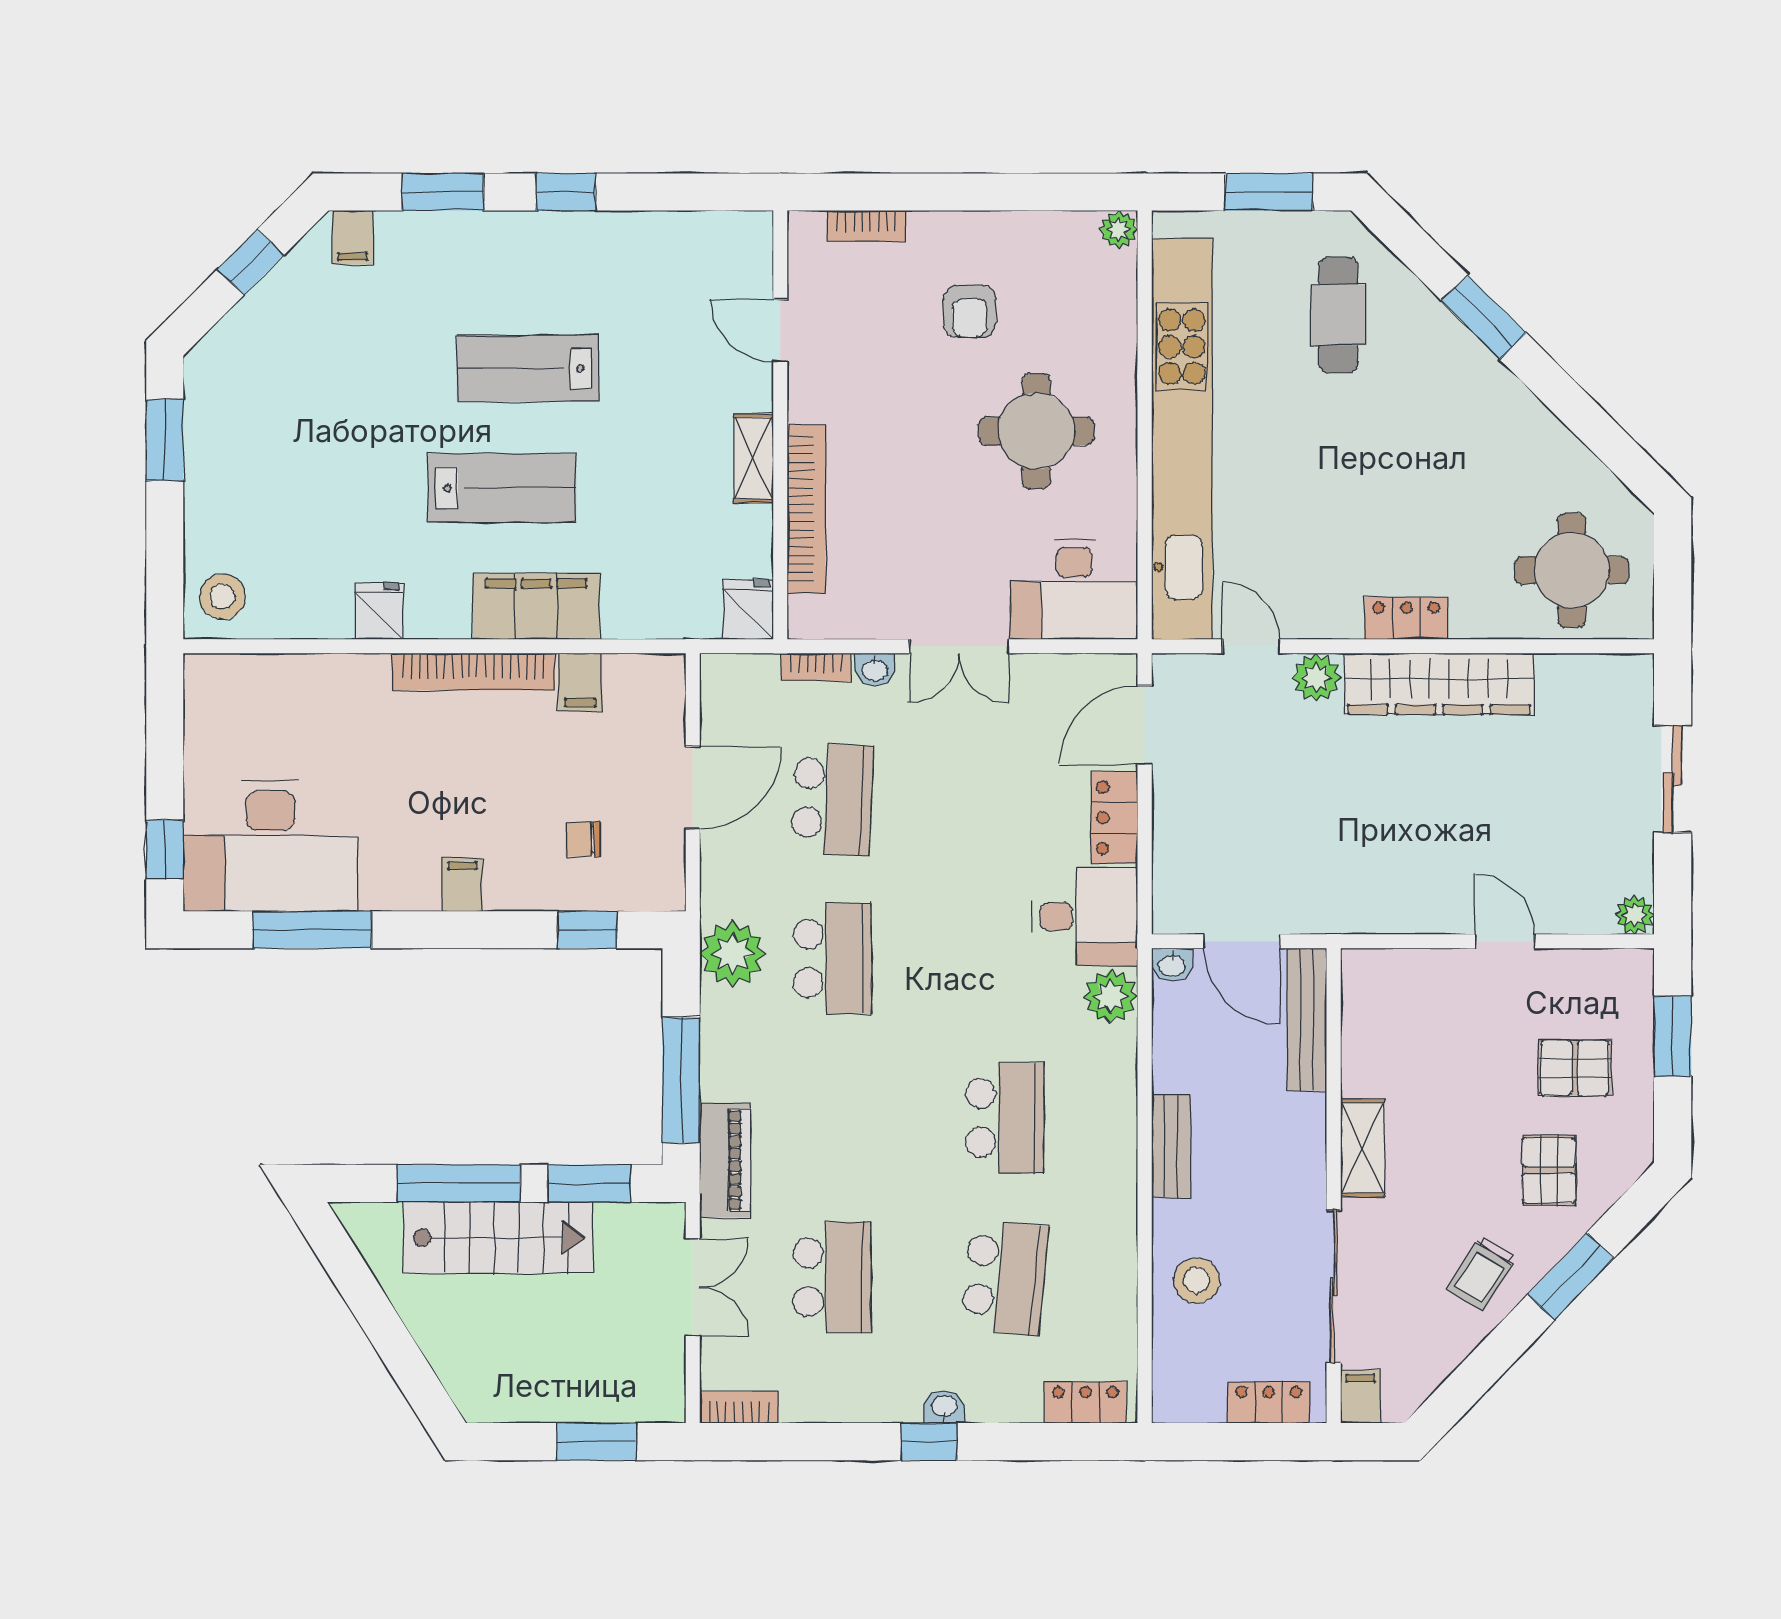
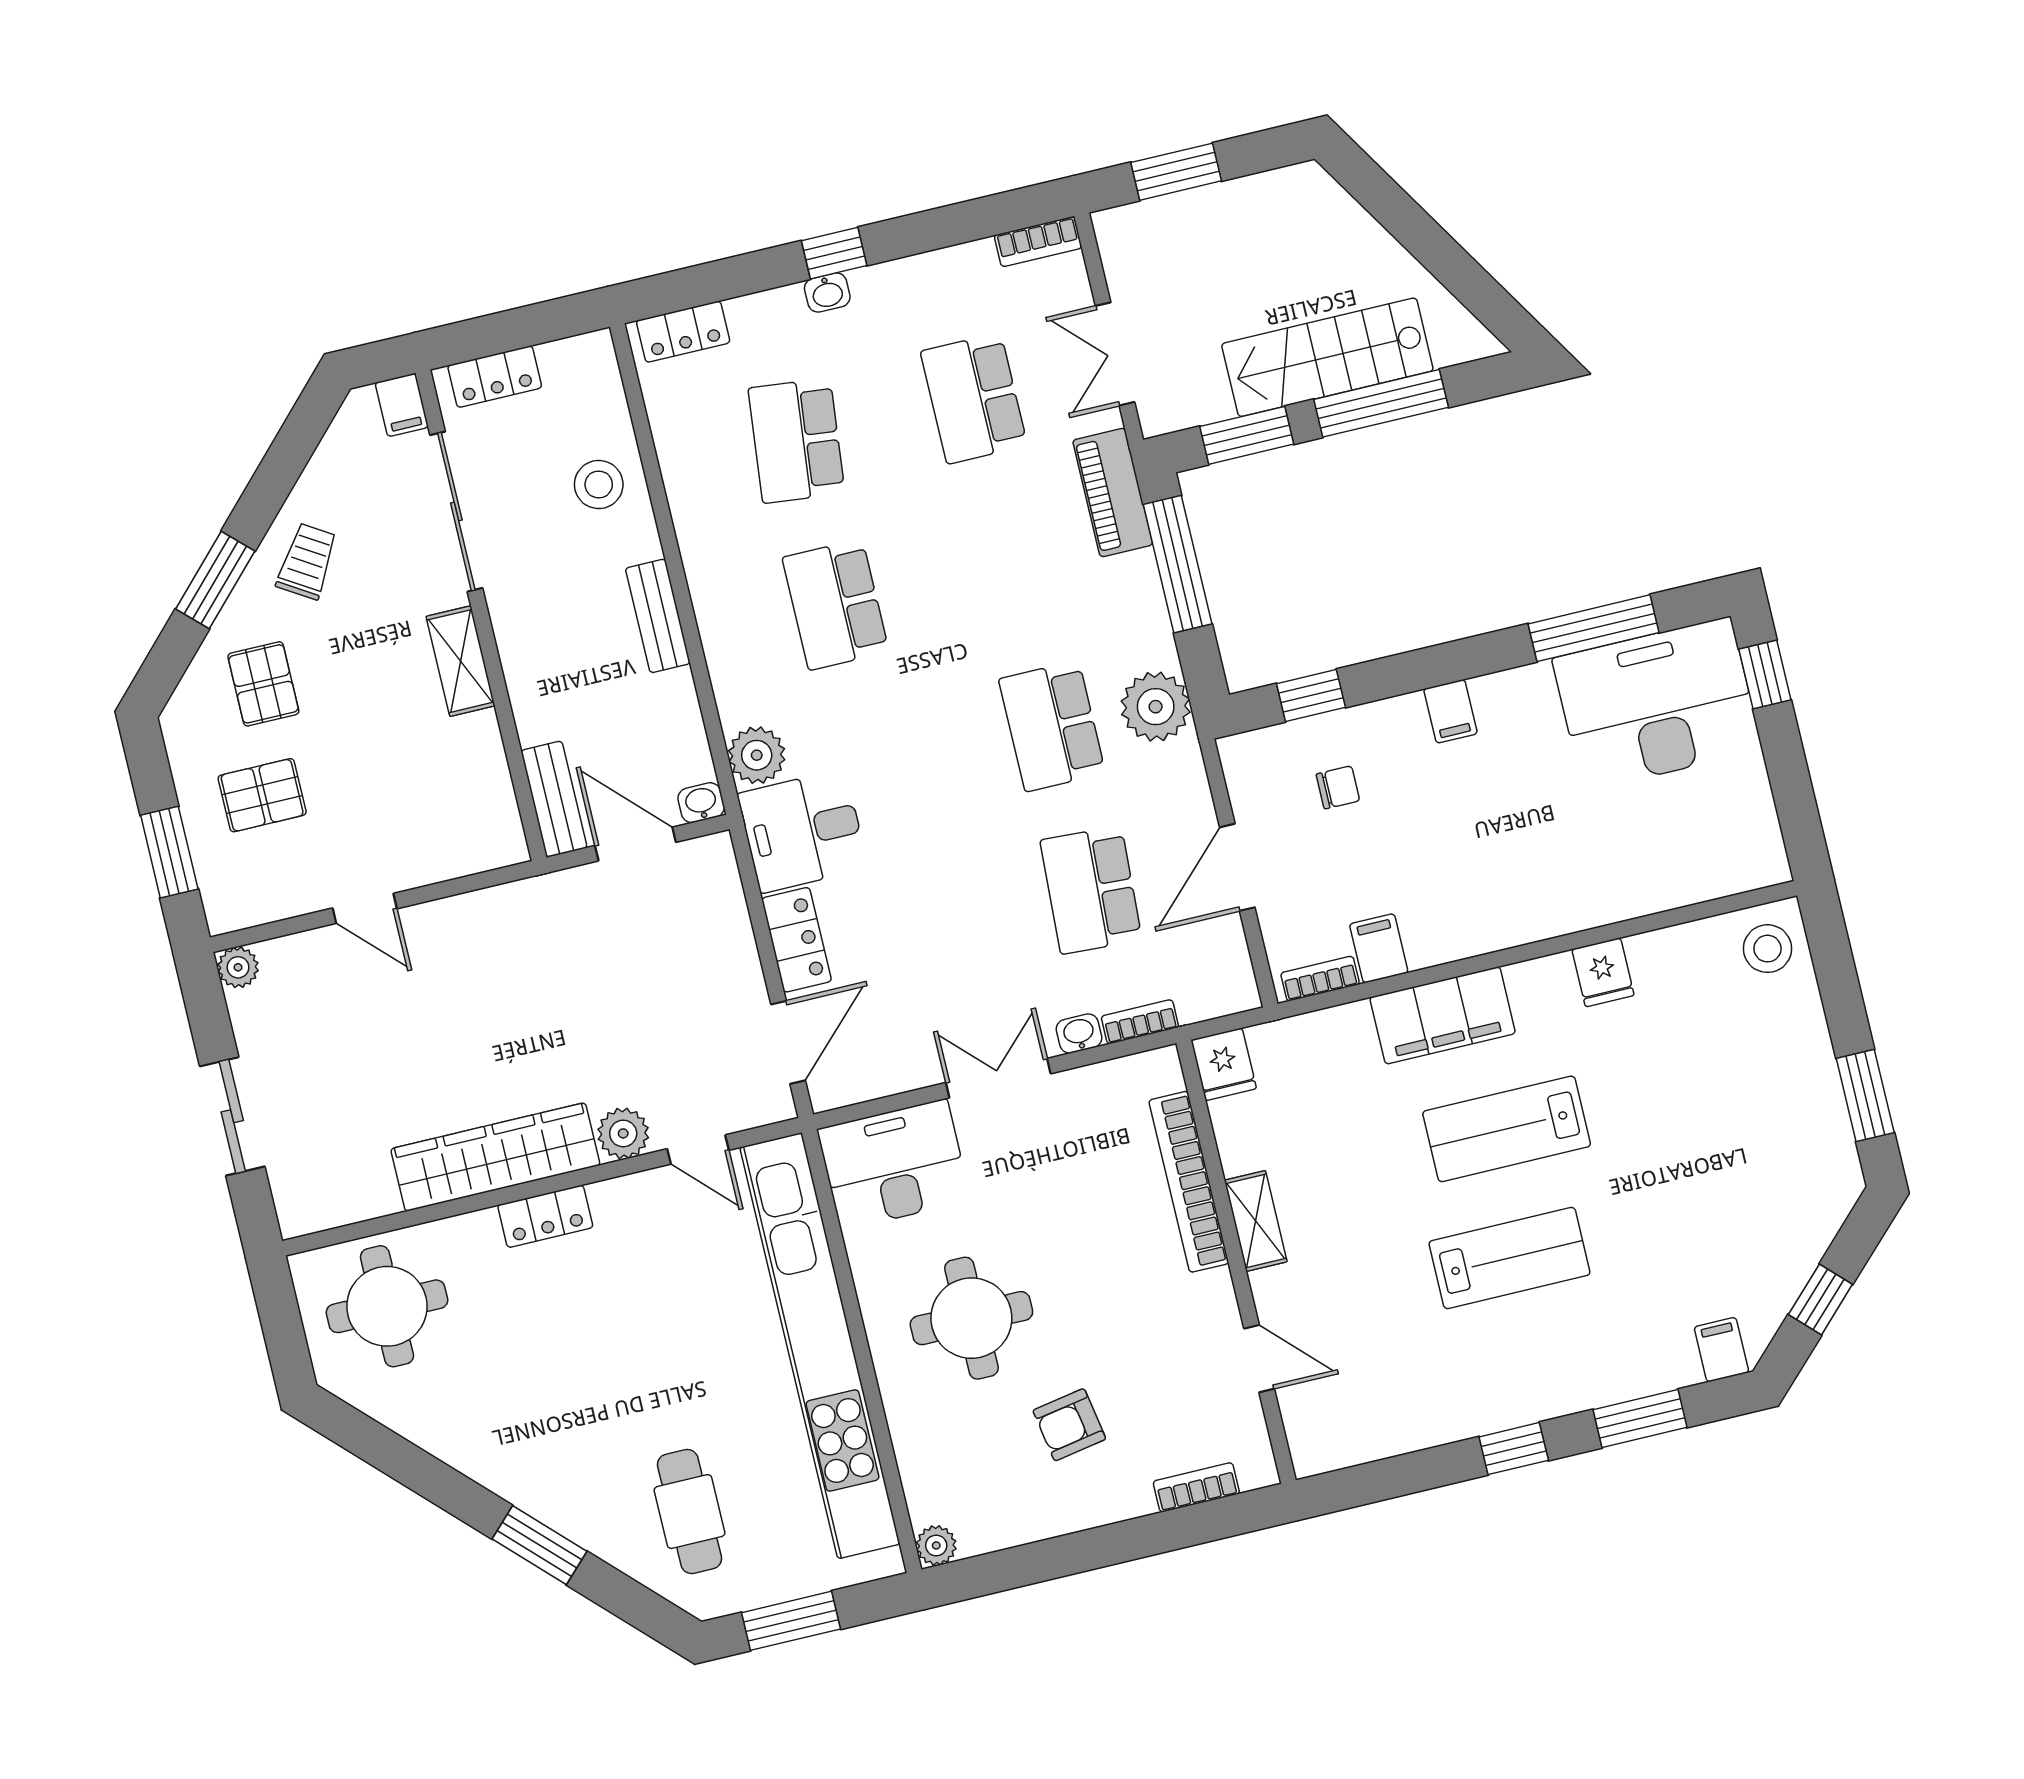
armchair: (970, 311) -> (1069, 1425), turned -100
bookcase: (473, 672) -> (1320, 979), moved, width x0.43, depth x0.76
bench: (1307, 1019) -> (554, 799), width x0.73

